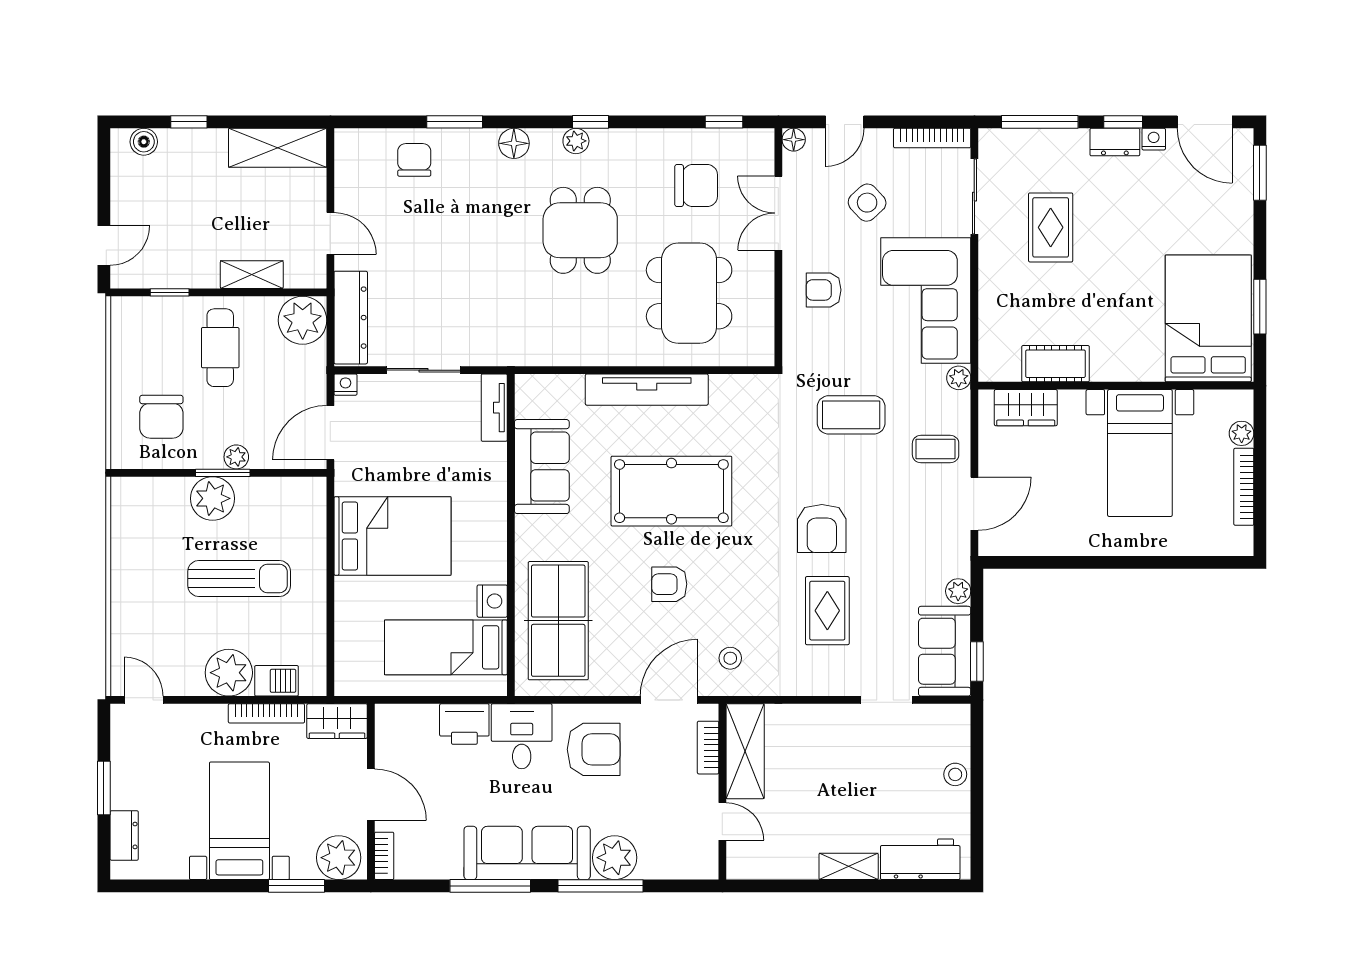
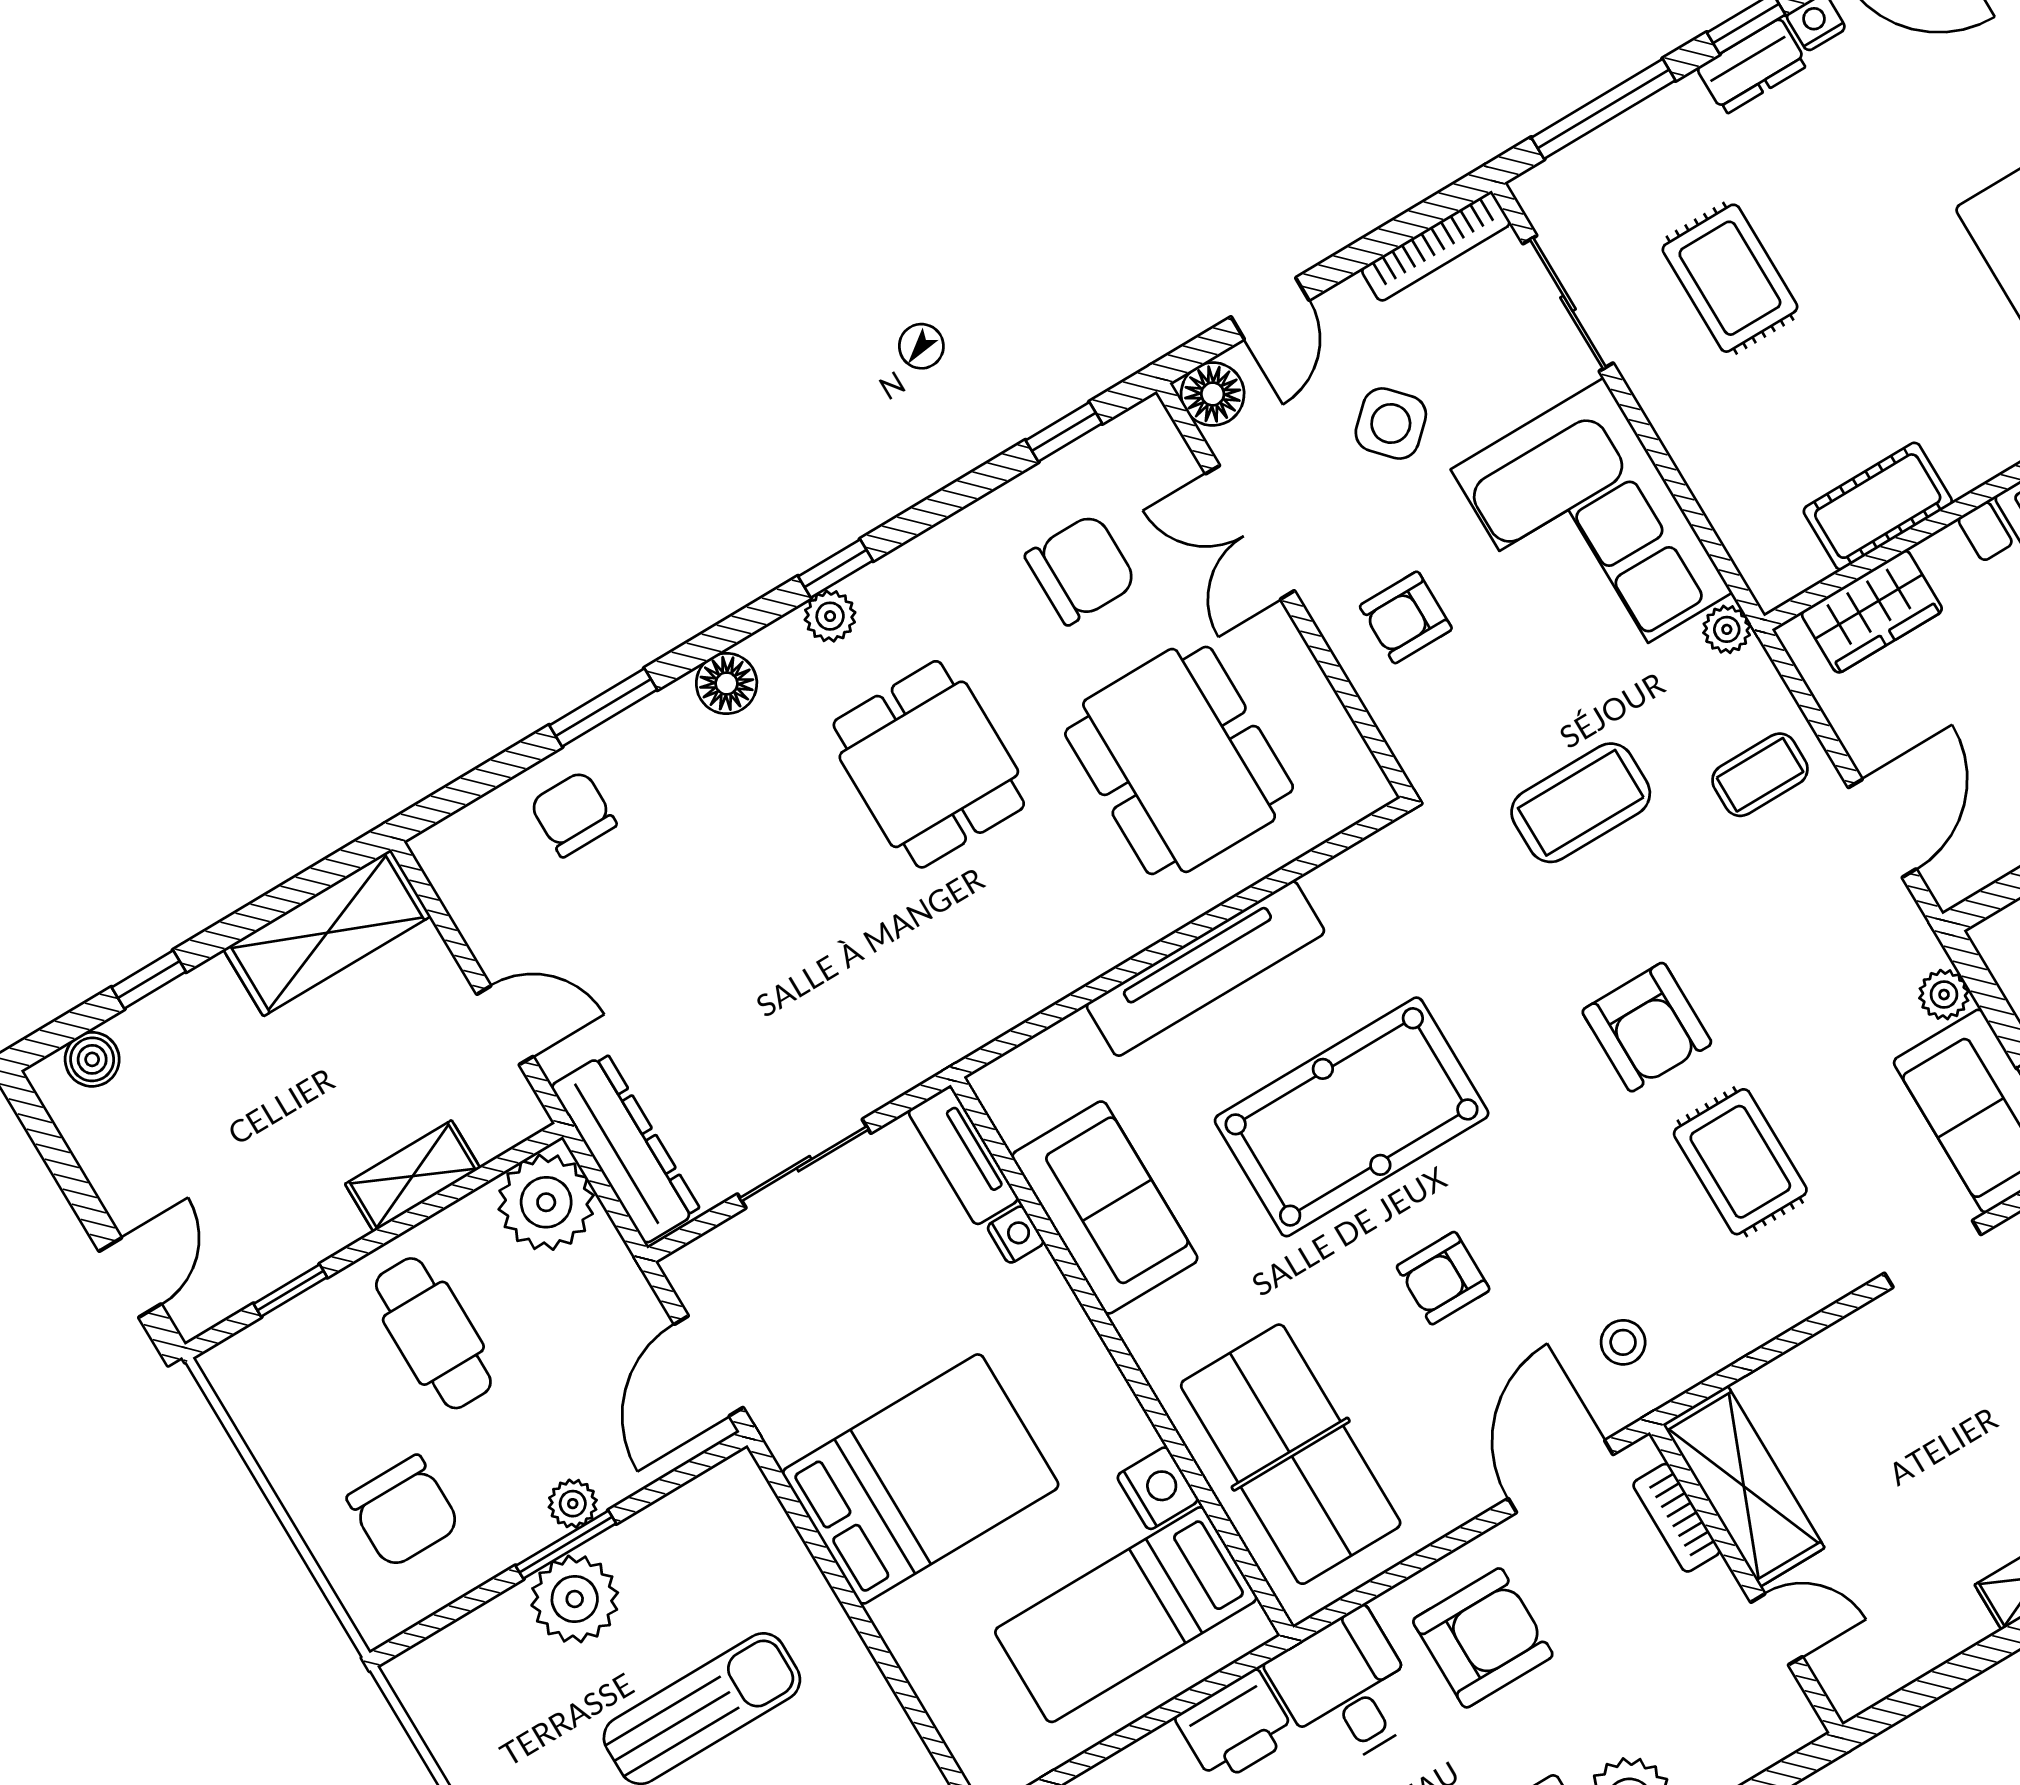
floor lamp: (794, 140) -> (1213, 394), width x1.37, depth x1.37
nightstand: (345, 385) -> (1016, 1235), moved, turned 90

